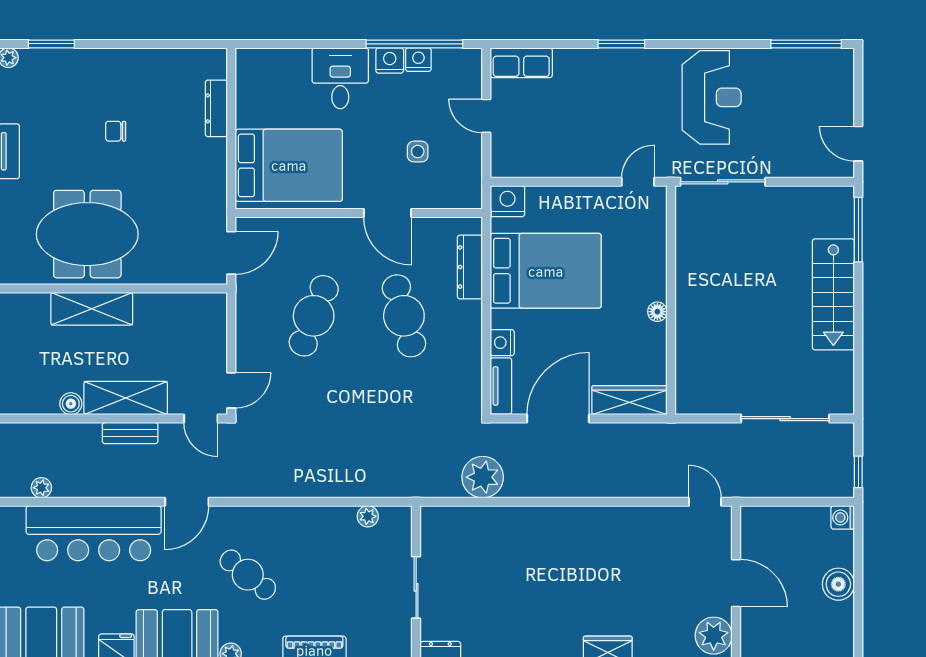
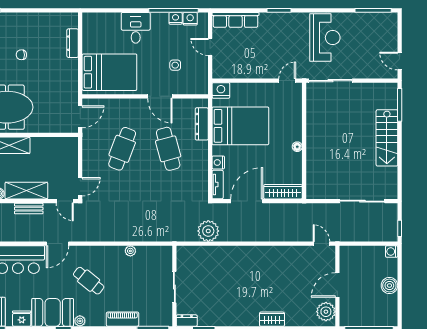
nightstand: (390, 61) -> (190, 19), moved
row of seats: (521, 63) -> (235, 20), width x1.48
plant: (368, 516) -> (130, 251), moved
door: (736, 583) -> (337, 285), swing flipped

